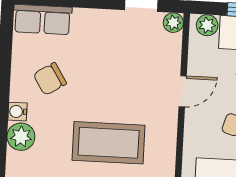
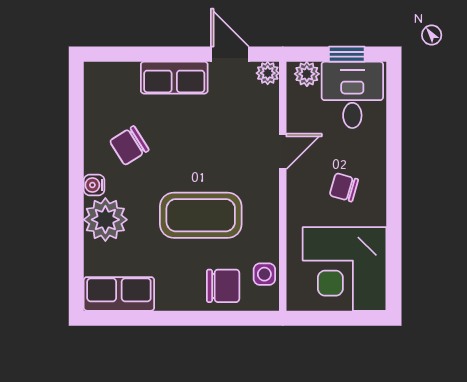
row of seats: (42, 20) -> (174, 78), moved
plant: (21, 137) -> (105, 220), width x1.36, depth x1.36

